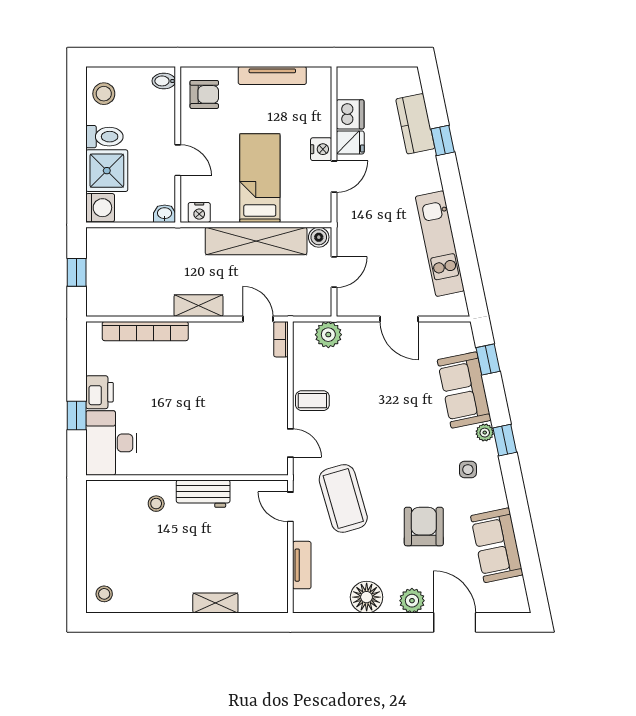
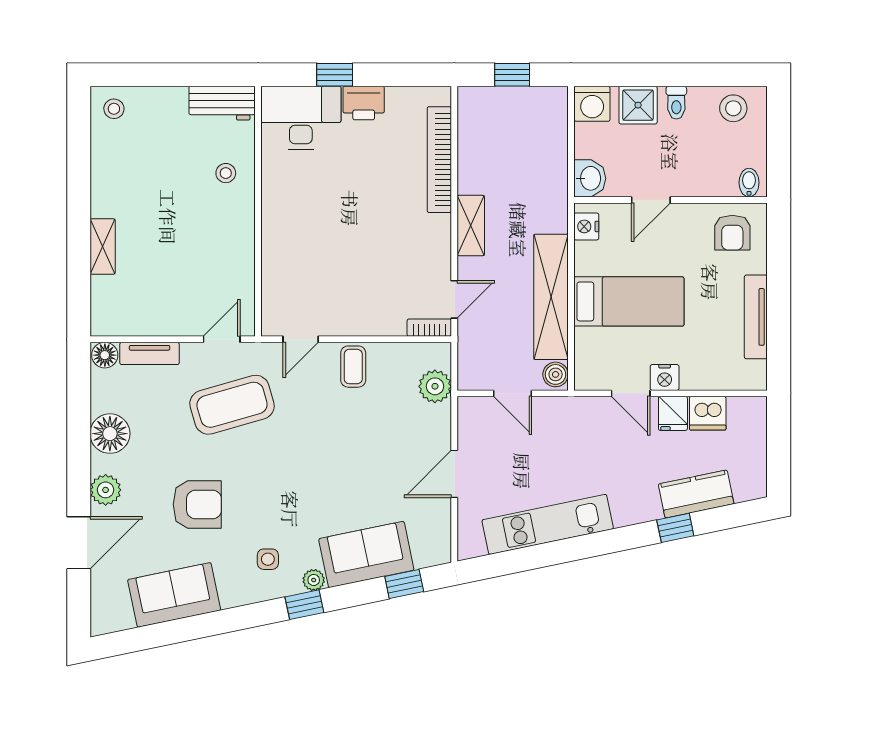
toilet: (104, 137) -> (676, 103), width x0.73, depth x0.72
shower: (107, 171) -> (638, 105), width x0.73, depth x0.73
washbasin: (165, 214) -> (590, 178), width x1.38, depth x1.45
workbench: (203, 494) -> (222, 103), moved, turned -90
floor lamp: (303, 601) -> (105, 355), added

